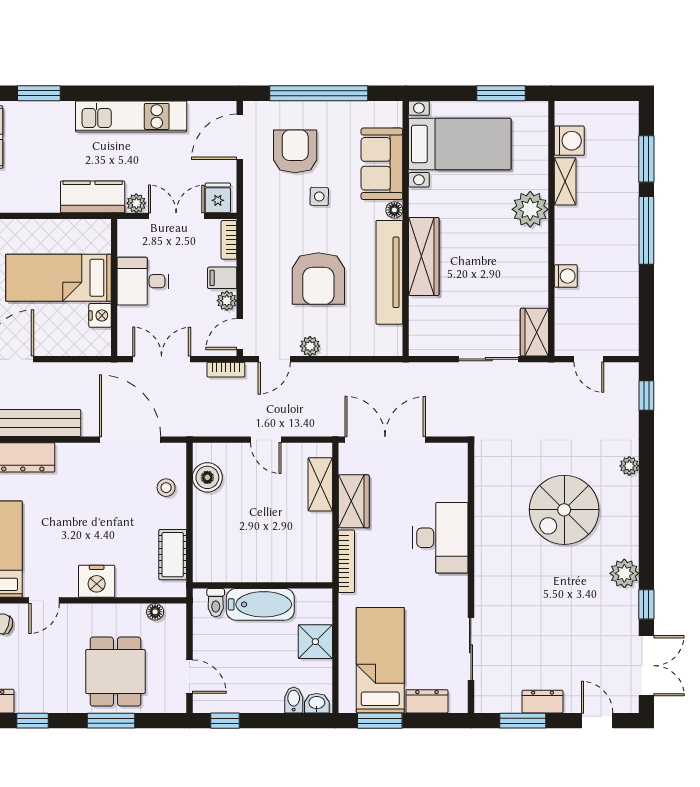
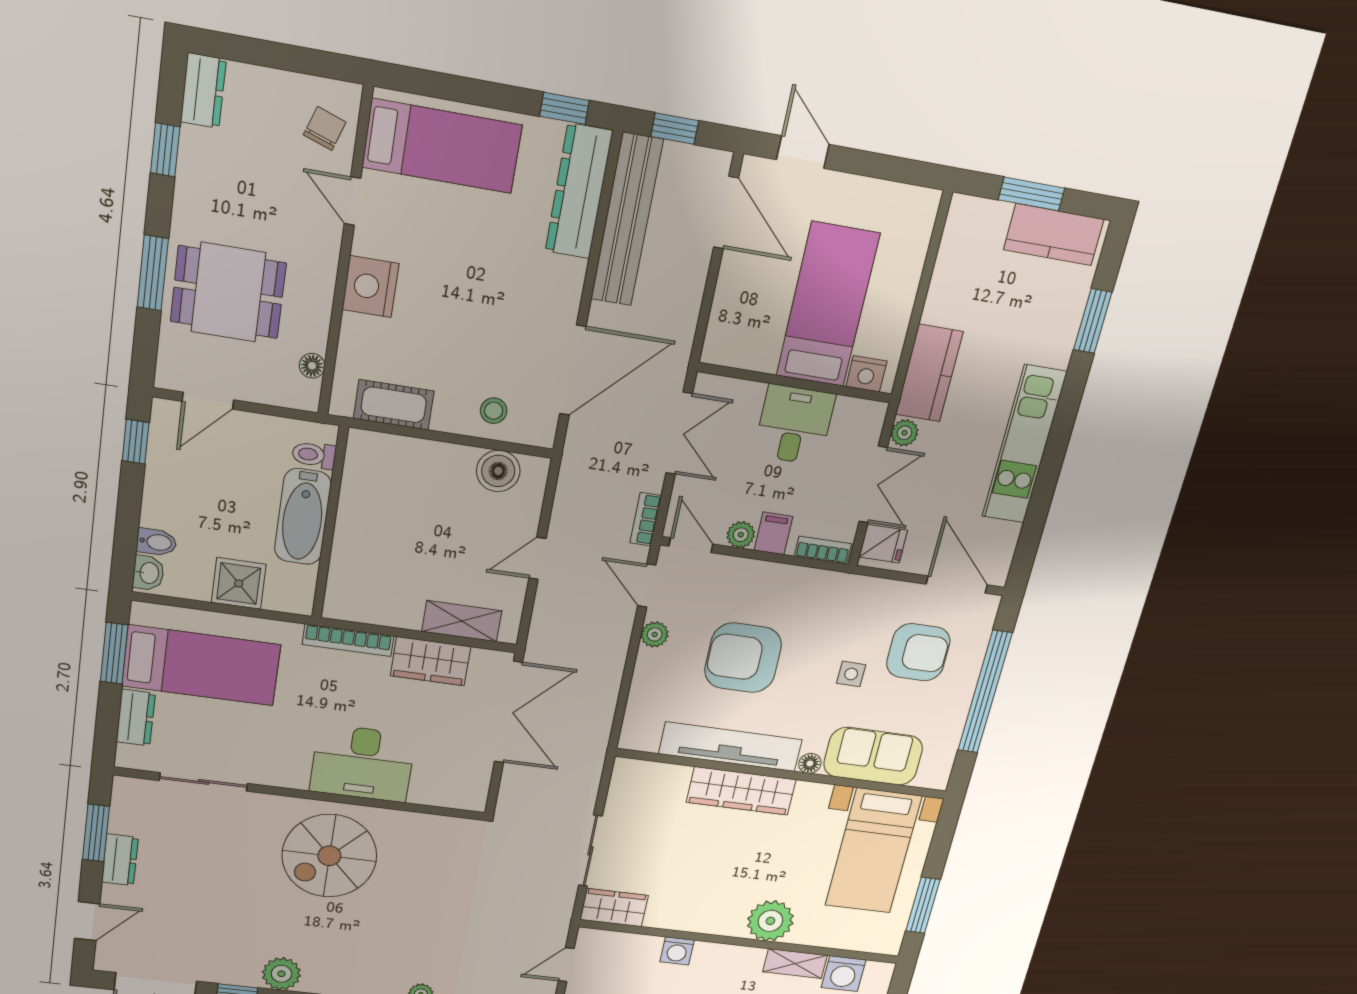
nightstand: (100, 315) -> (866, 374), moved
spiral stairs: (564, 510) -> (329, 856), moved, turned -90

